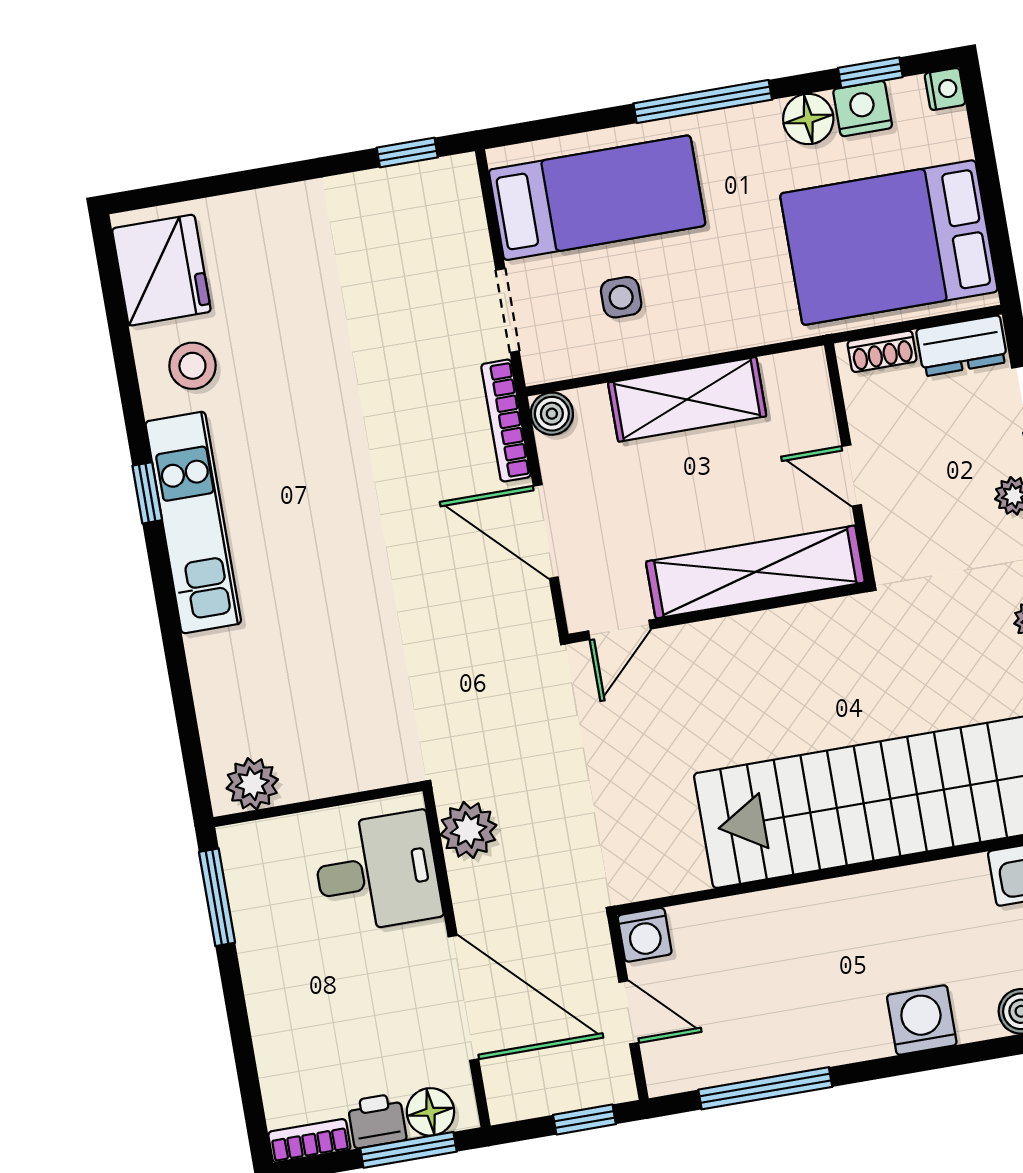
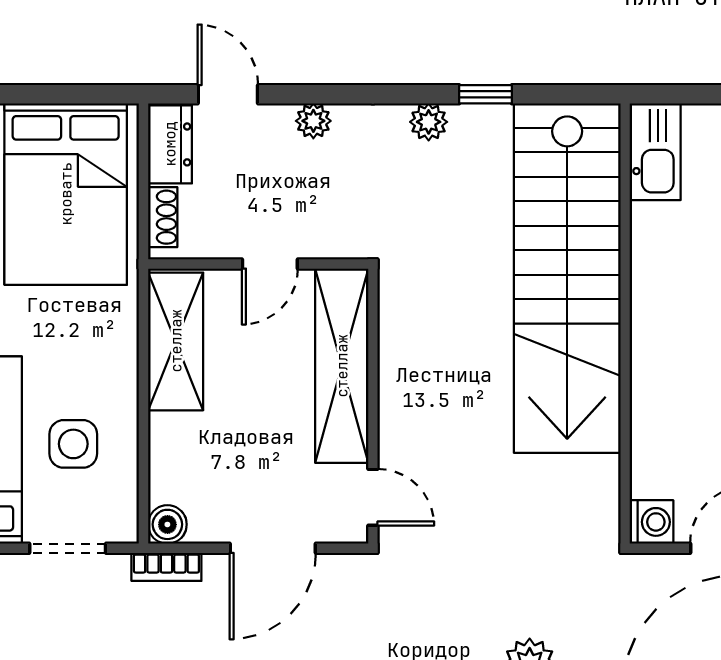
side table: (621, 297) -> (73, 444), width x1.37, depth x1.37
shelving: (687, 399) -> (176, 341), moved
bookcase: (506, 421) -> (166, 567), width x0.64

